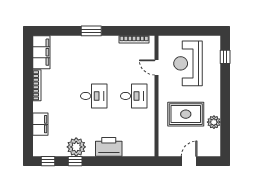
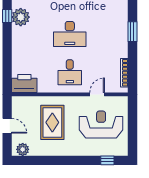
desk: (94, 96) -> (70, 34), width x1.37
plant: (214, 122) -> (23, 149), moved
printer: (109, 147) -> (24, 83), moved, turned -90

